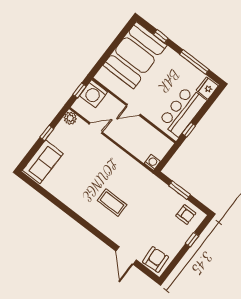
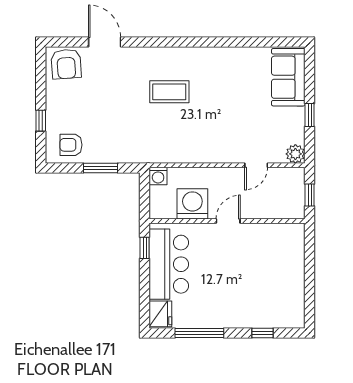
booth: (135, 55) -> (276, 287), removed
washing machine: (94, 94) -> (192, 204), moved

